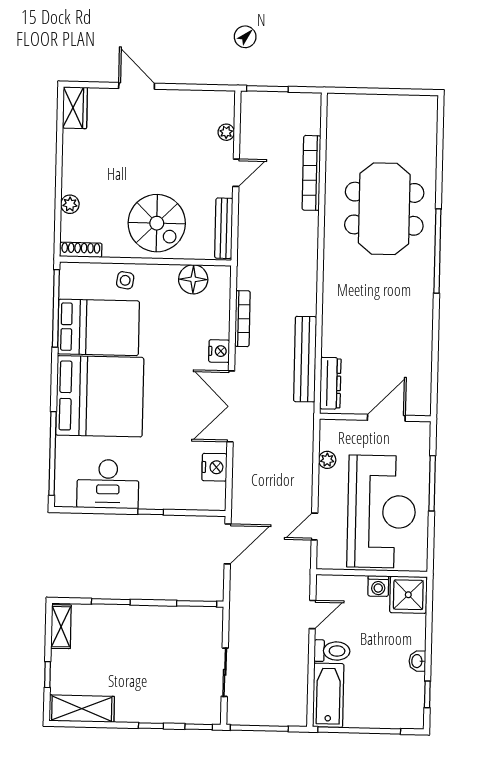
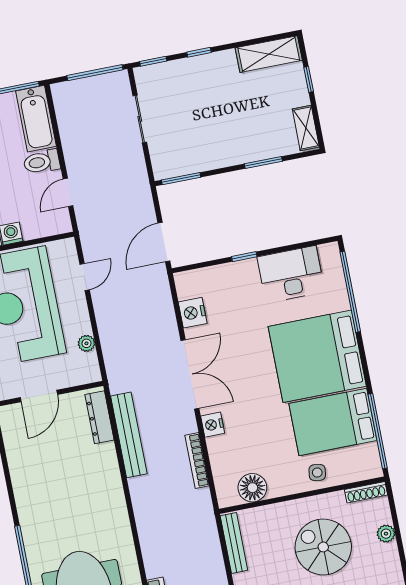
spiral stairs: (157, 223) -> (323, 547), moved

